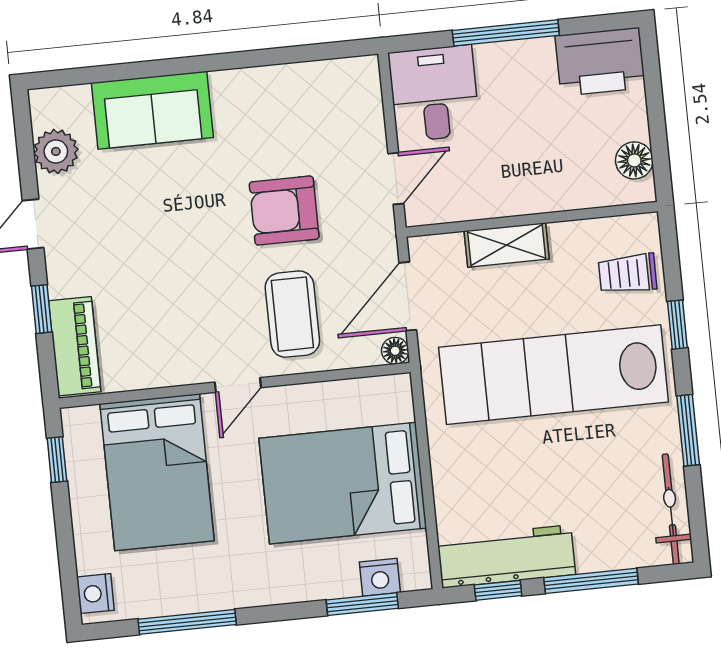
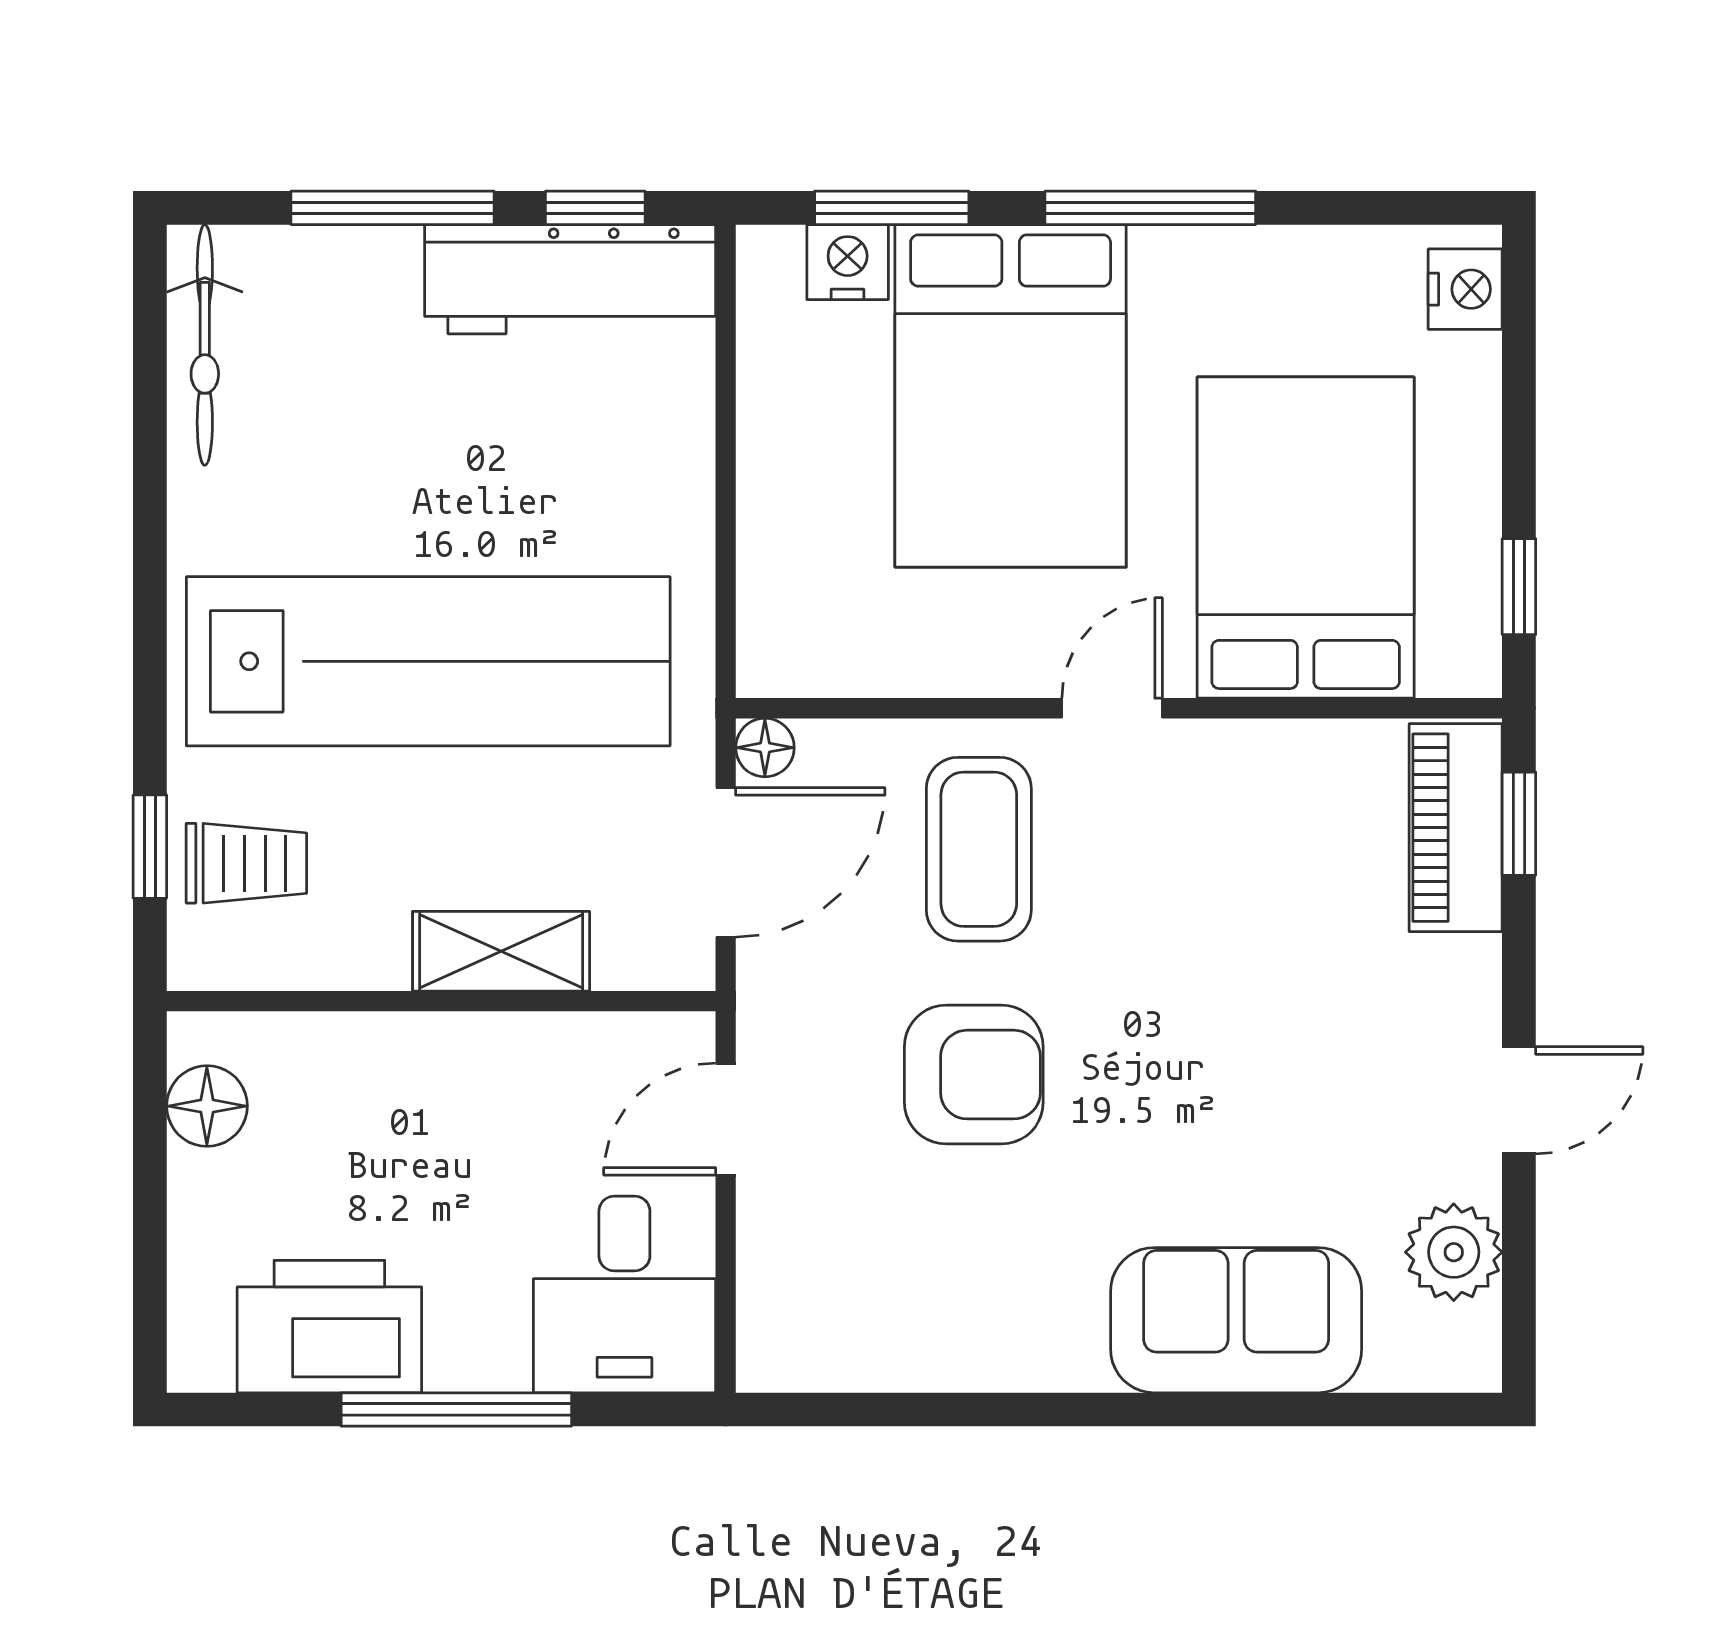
printer: (600, 62) -> (329, 1327), moved
window: (42, 309) -> (1519, 824), moved
window: (677, 325) -> (150, 847), moved
window: (688, 430) -> (150, 512), removed
bed: (343, 483) -> (1011, 396), moved, turned 90
window: (187, 622) -> (1150, 208), moved

